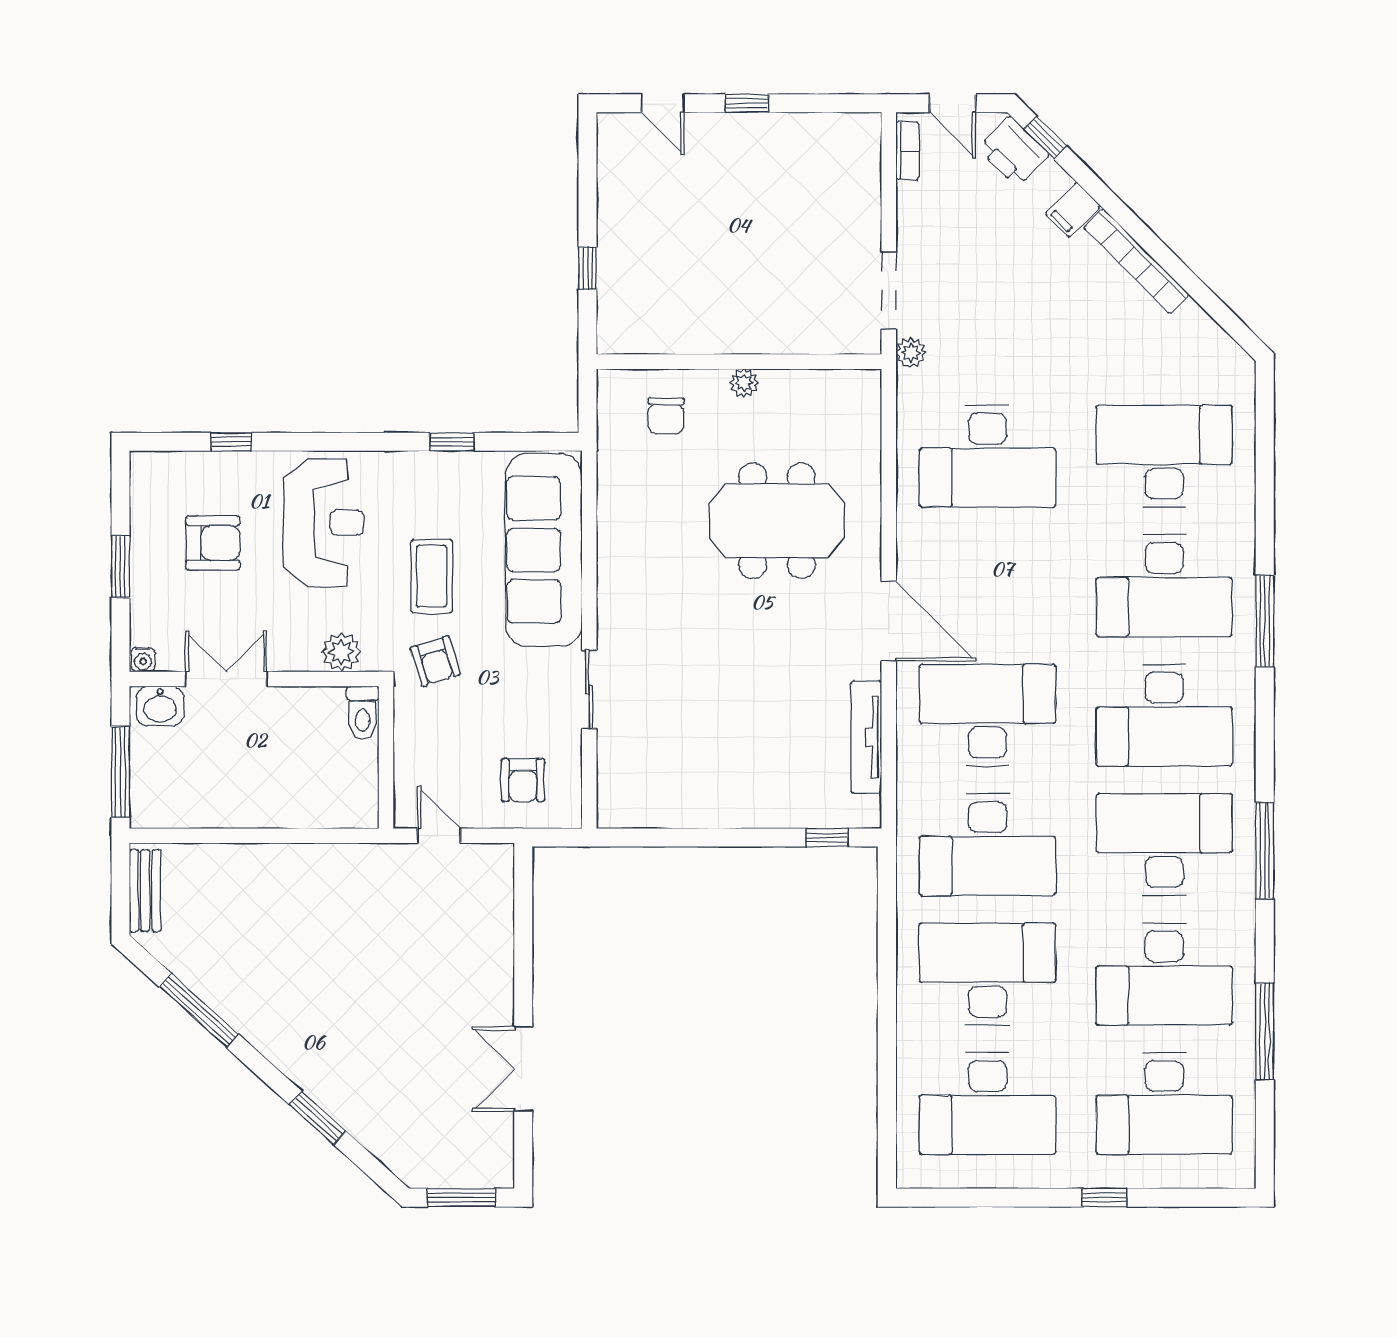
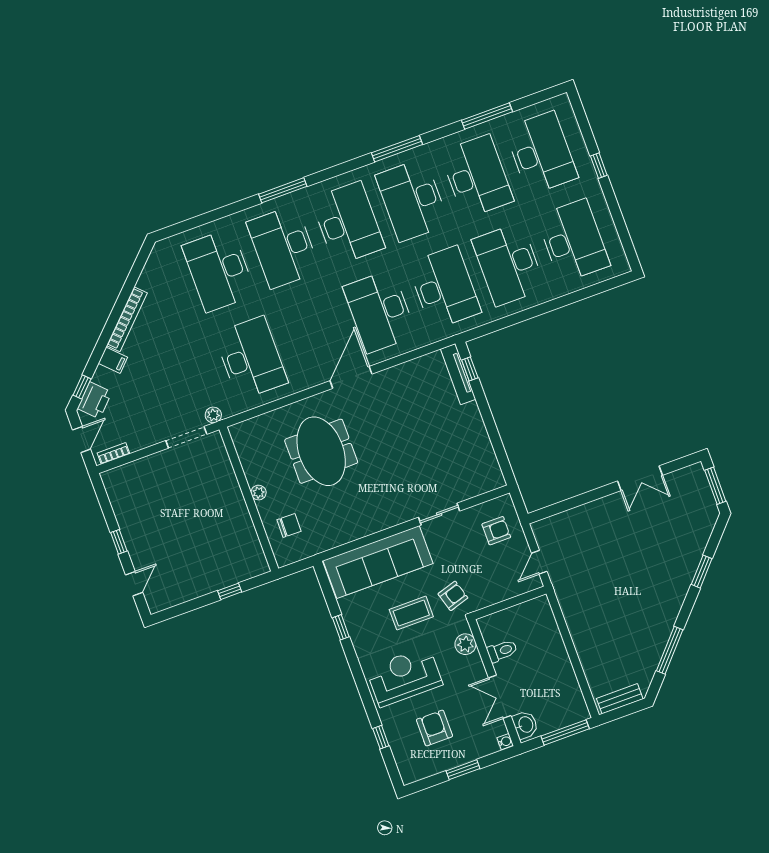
desk: (1164, 586) -> (283, 247), turned 180
toilet: (363, 713) -> (502, 651), moved
tv unit: (866, 737) -> (458, 374), moved, turned 90

